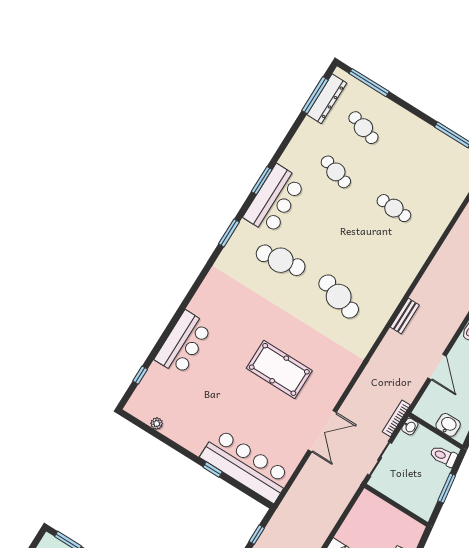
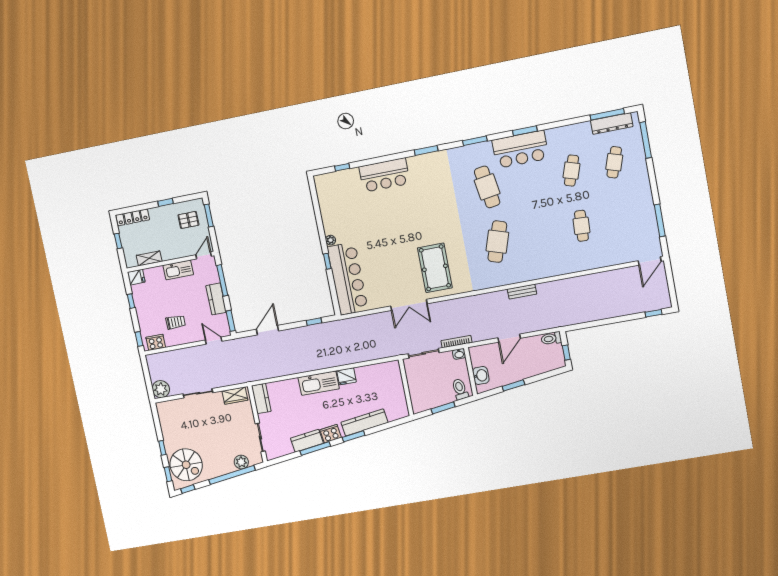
window: (197, 285) -> (426, 150), added
pool table: (279, 369) -> (435, 268), moved
plant: (157, 424) -> (331, 240), moved

